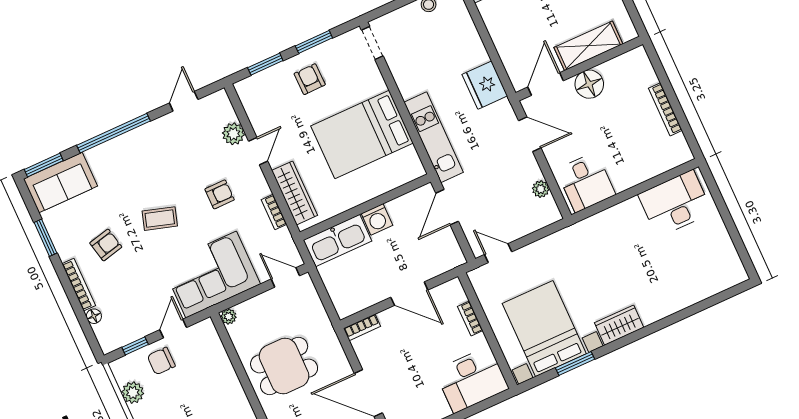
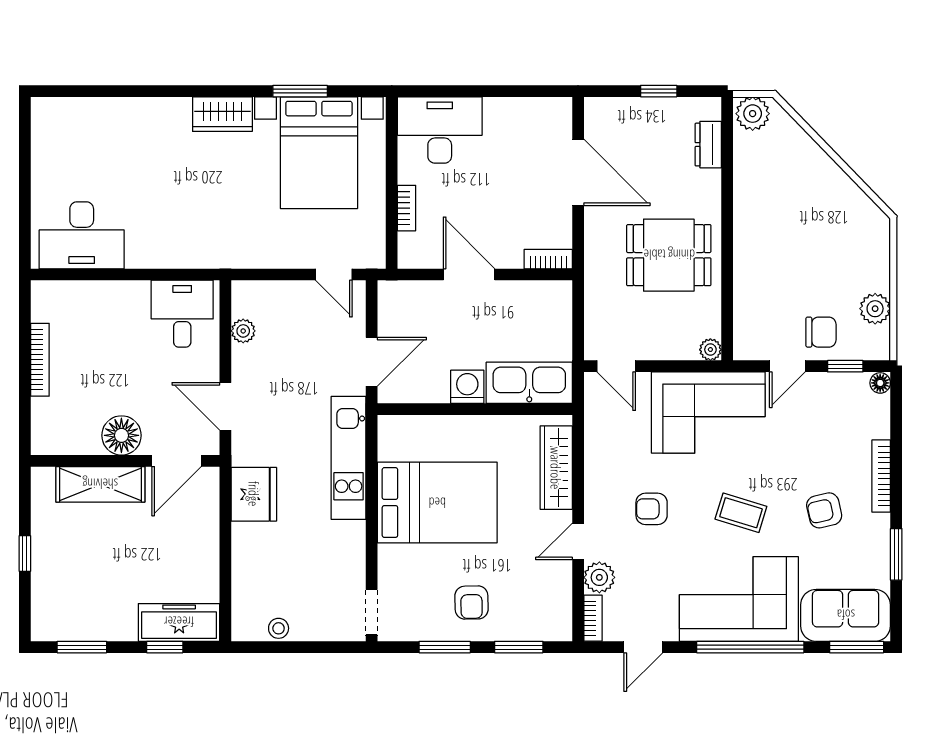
corner sofa: (135, 161) -> (739, 599), added
bookcase: (274, 212) -> (593, 618), moved
floor lamp: (94, 316) -> (880, 383), moved

